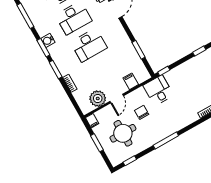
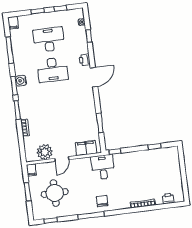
desk: (89, 45) -> (56, 100), removed
filing cabinet: (131, 81) -> (86, 148), width x2.00
chair: (142, 112) -> (102, 201), moved

